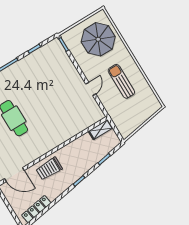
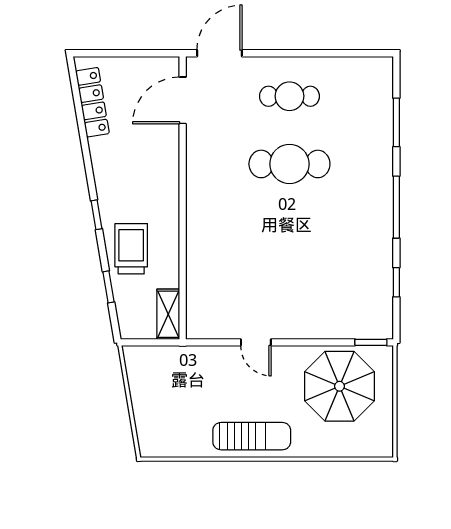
parasol: (98, 39) -> (340, 386), moved
sun lounger: (121, 81) -> (252, 436), moved
trolley: (49, 169) -> (131, 249), moved

